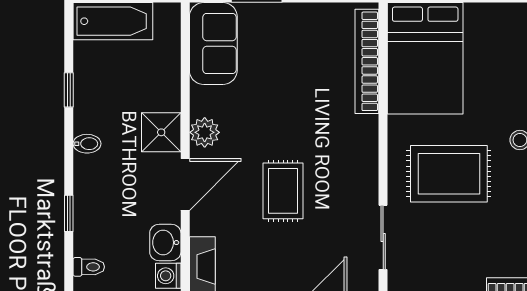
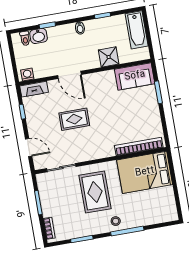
shower: (161, 132) -> (109, 57), moved
plant: (205, 132) -> (94, 80), removed
washbasin: (165, 243) -> (39, 36), moved, turned 180

